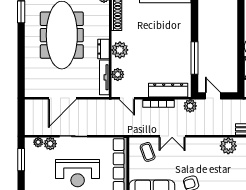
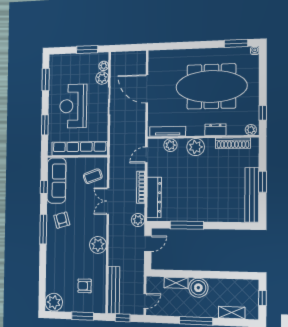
dresser: (103, 49) -> (215, 130), moved
plant: (228, 146) -> (98, 245), moved

